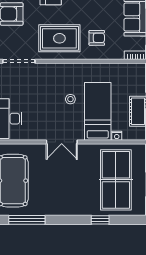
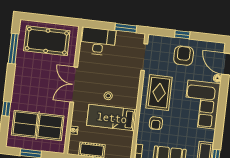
bed: (98, 111) -> (112, 118), moved, turned 180
double door: (62, 142) -> (74, 85), width x1.37

